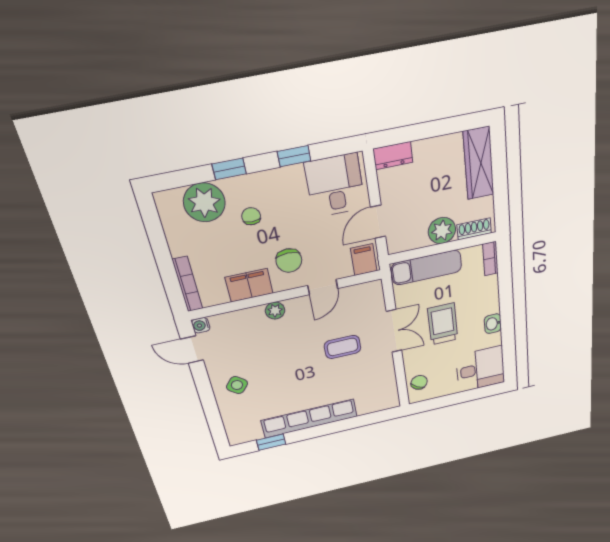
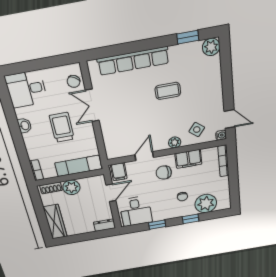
chair: (289, 261) -> (164, 173), turned -90
trolley: (443, 324) -> (62, 127), turned 180
double door: (394, 331) -> (92, 105), moved
coffee table: (343, 347) -> (168, 91), moved
side table: (237, 385) -> (197, 130), moved
row of seats: (309, 418) -> (133, 61), moved
plant: (238, 435) -> (211, 47), added

